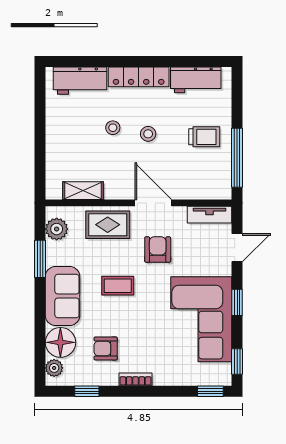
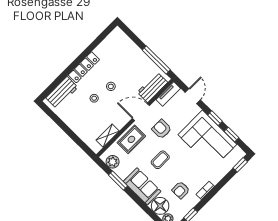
workbench: (196, 80) -> (152, 87), moved, turned 180
trolley: (204, 137) -> (135, 65), removed
window: (237, 362) -> (231, 135), moved

